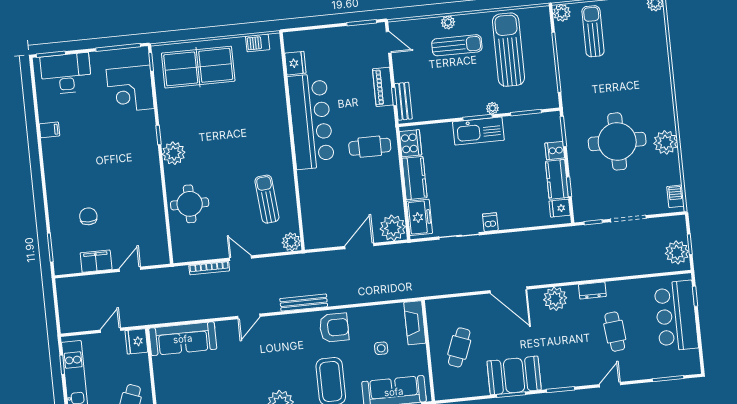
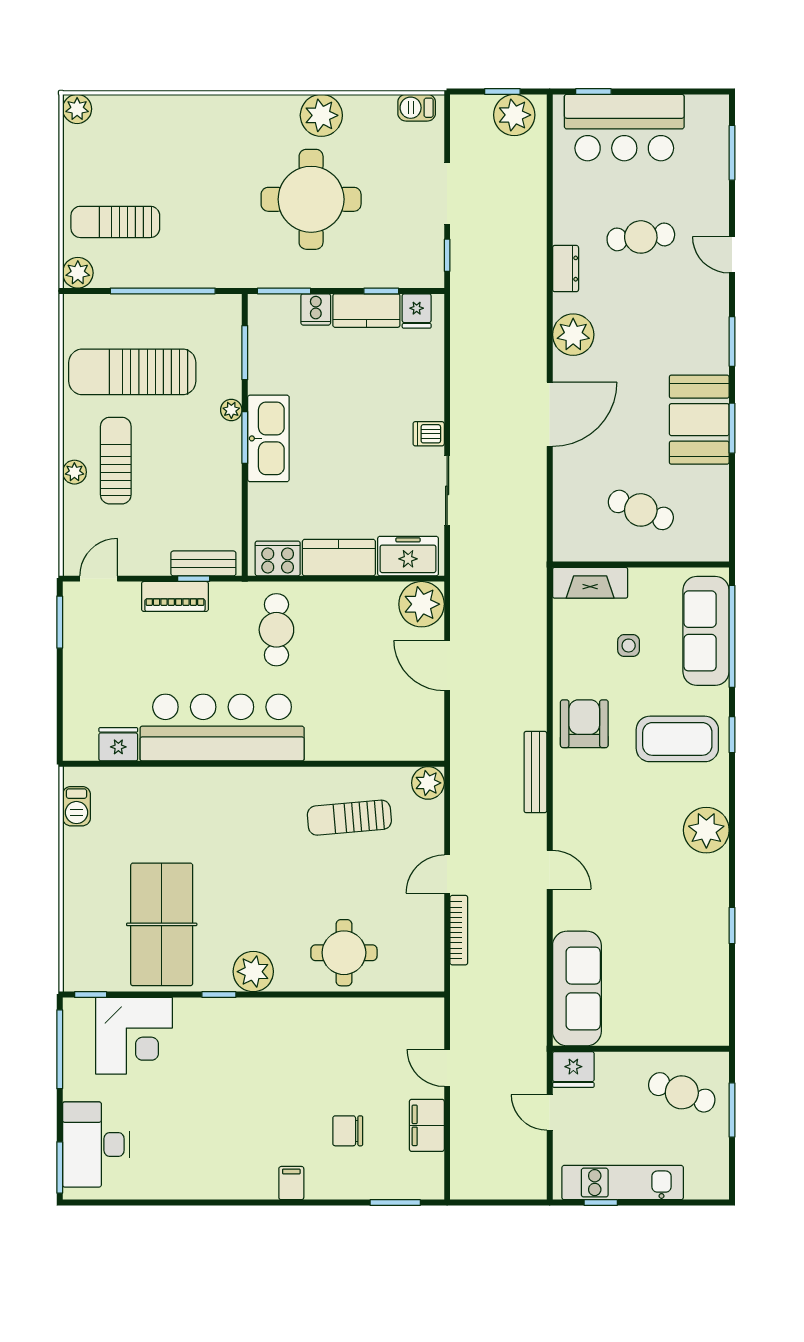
table tennis table: (198, 67) -> (162, 924), moved
filing cabinet: (49, 130) -> (291, 1183), moved

